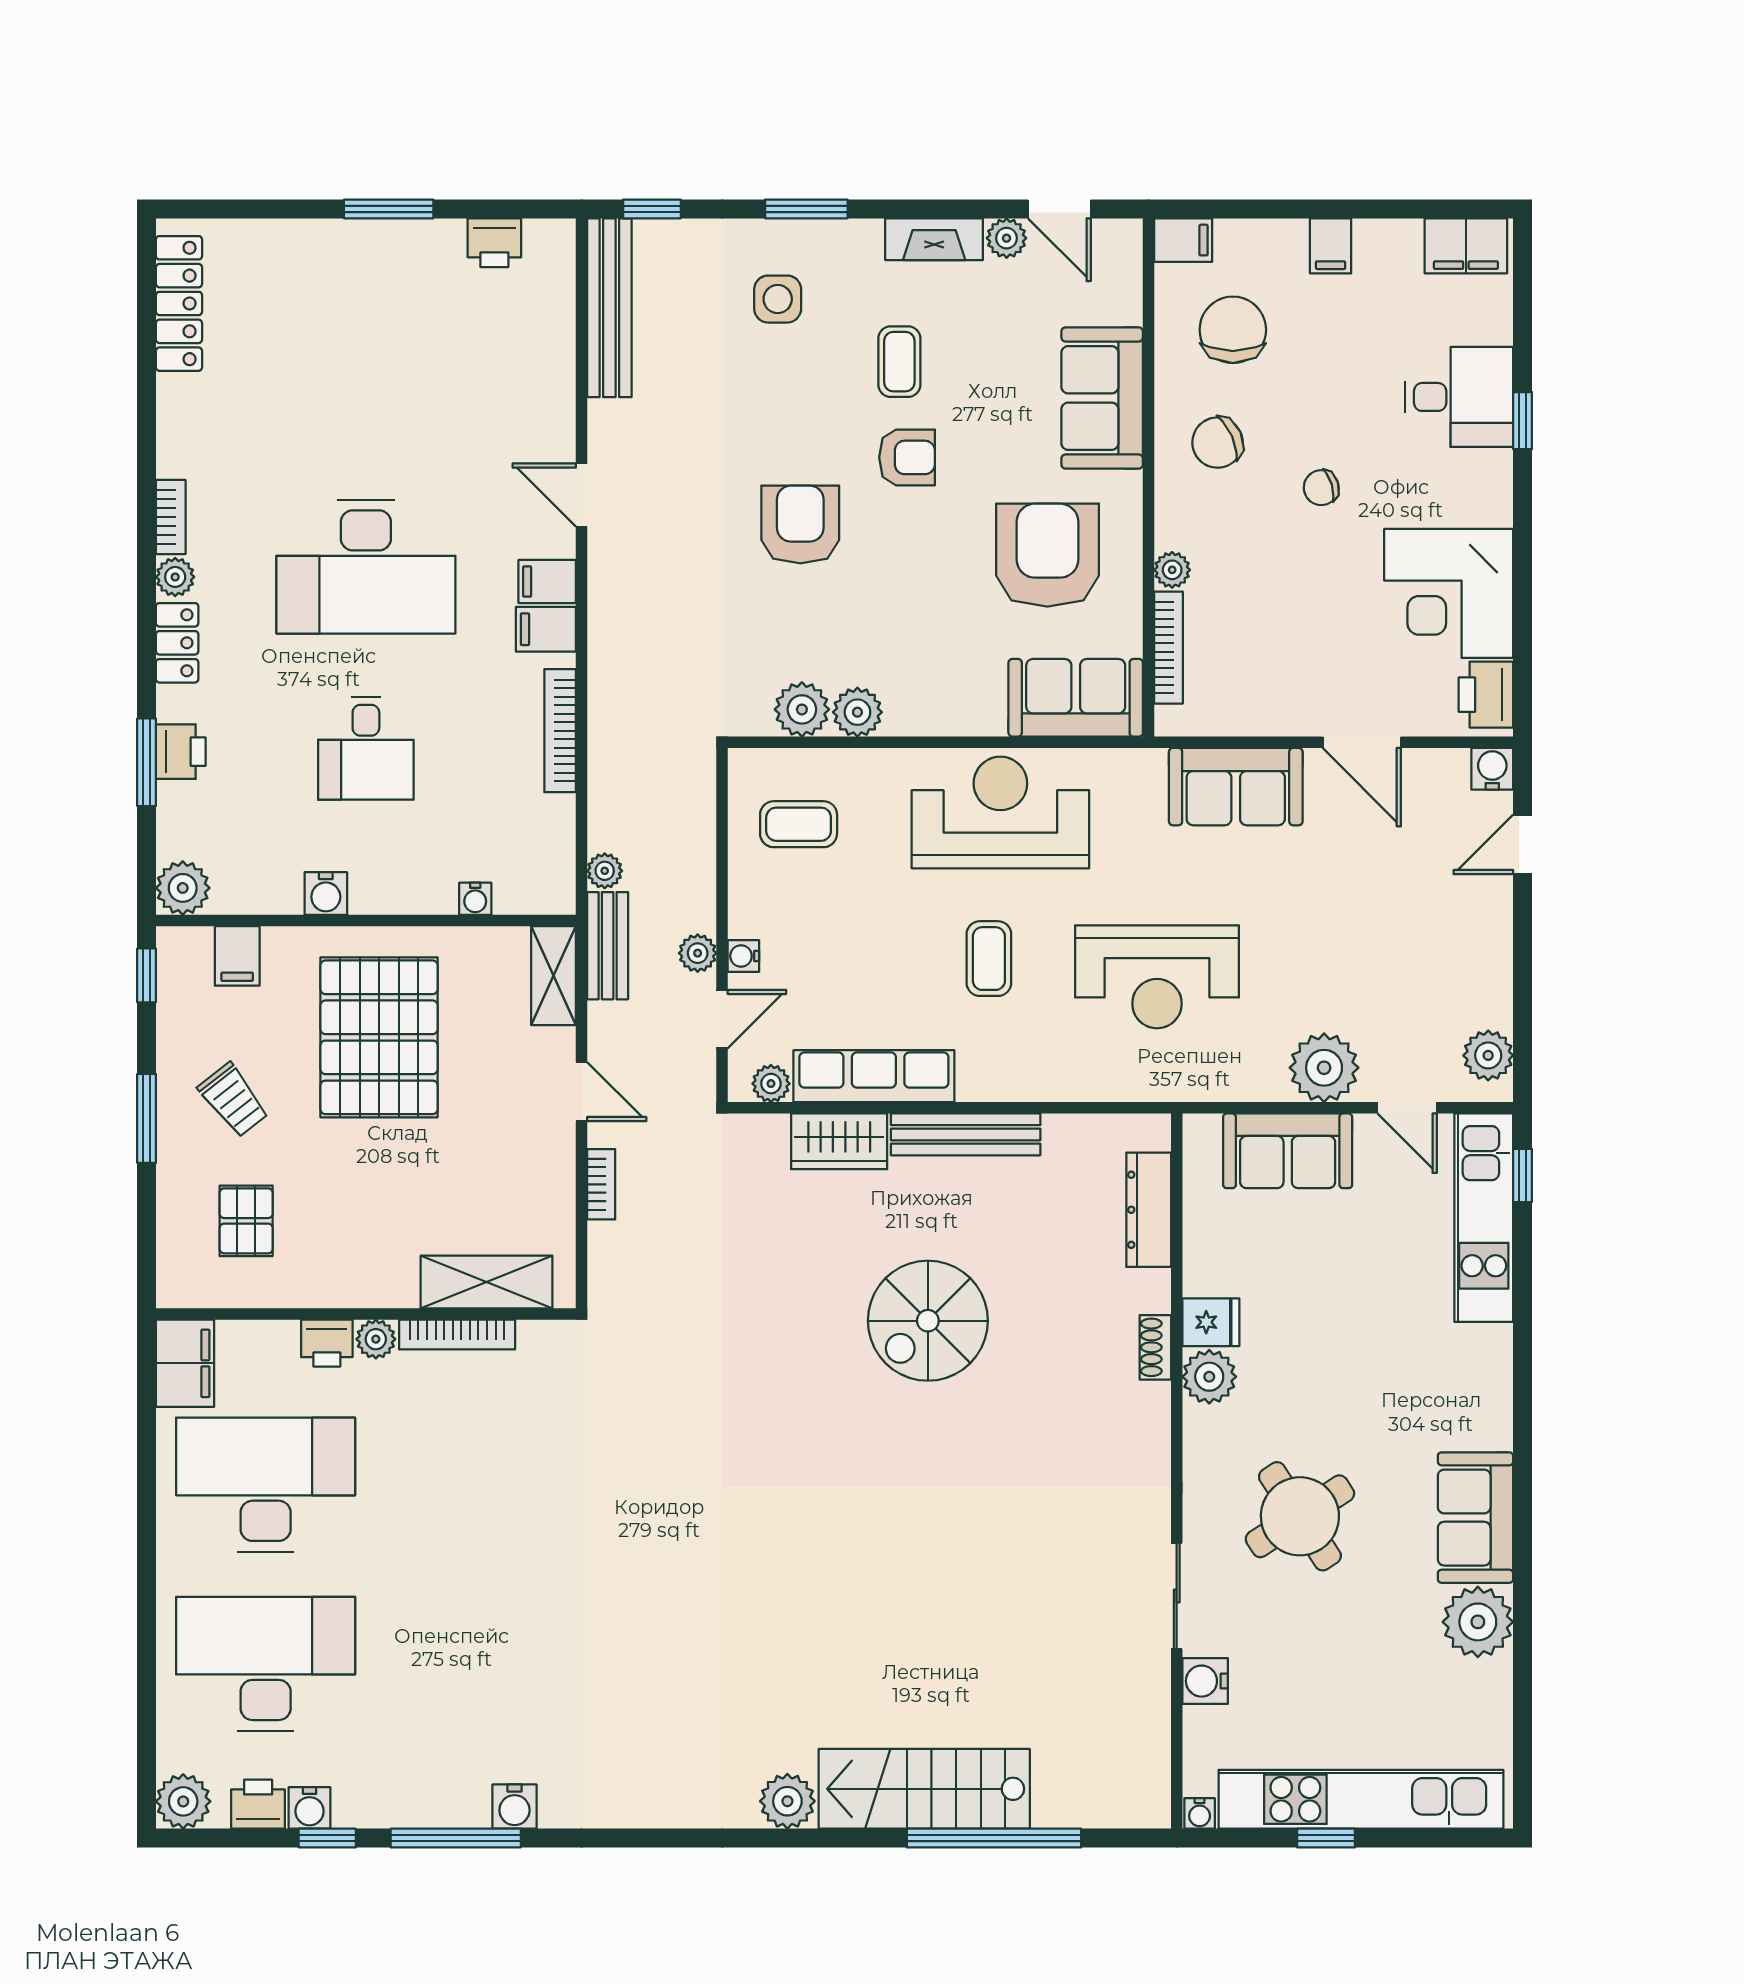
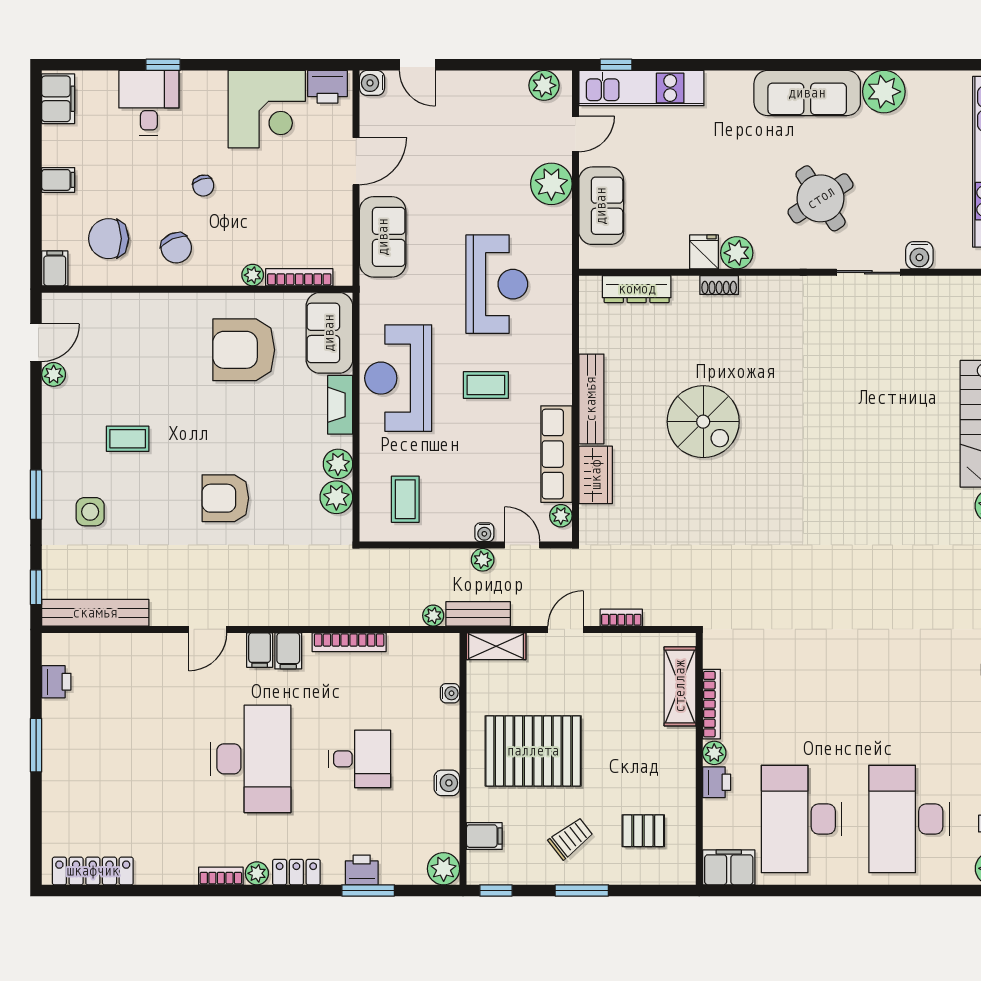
fireplace: (934, 239) -> (340, 405), moved, turned 180
sofa: (1102, 398) -> (150, 317), removed
armchair: (907, 457) -> (185, 434), removed
sofa: (1475, 1518) -> (807, 93), width x1.36

